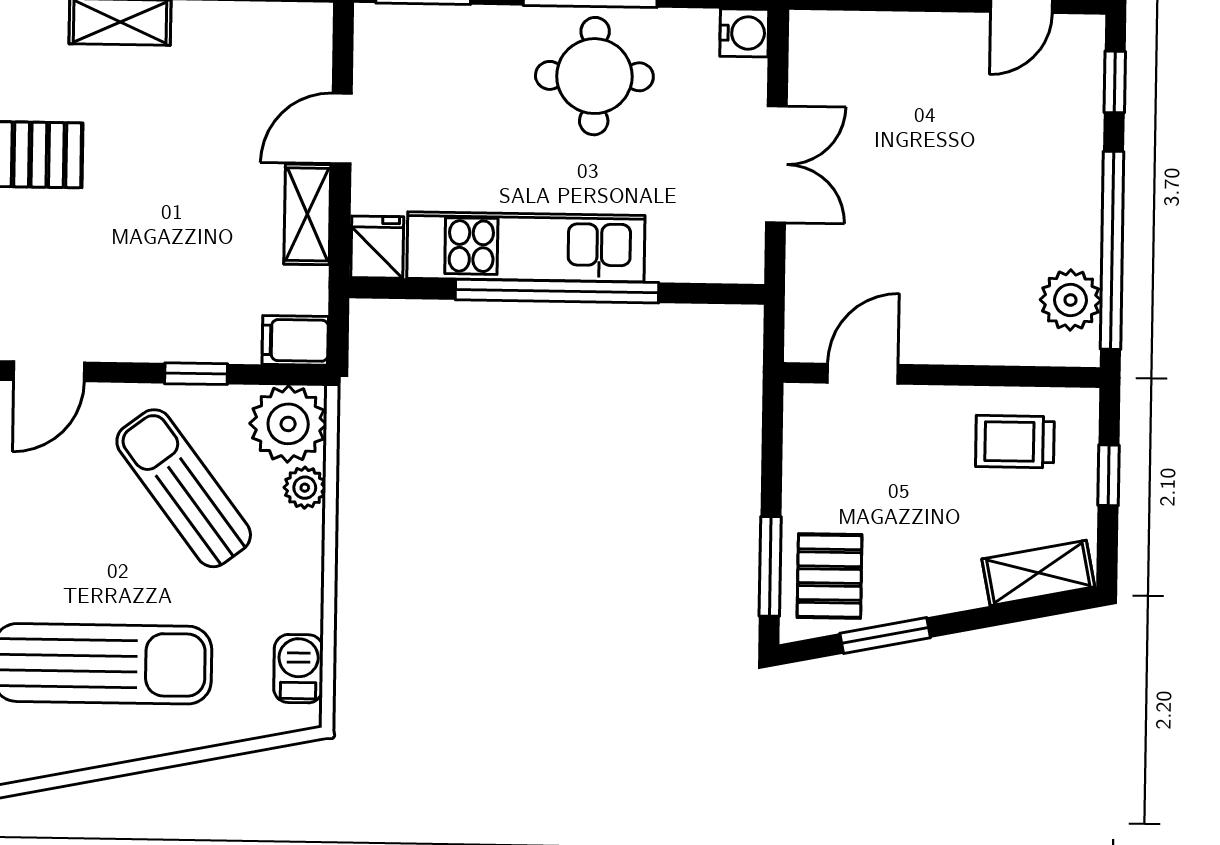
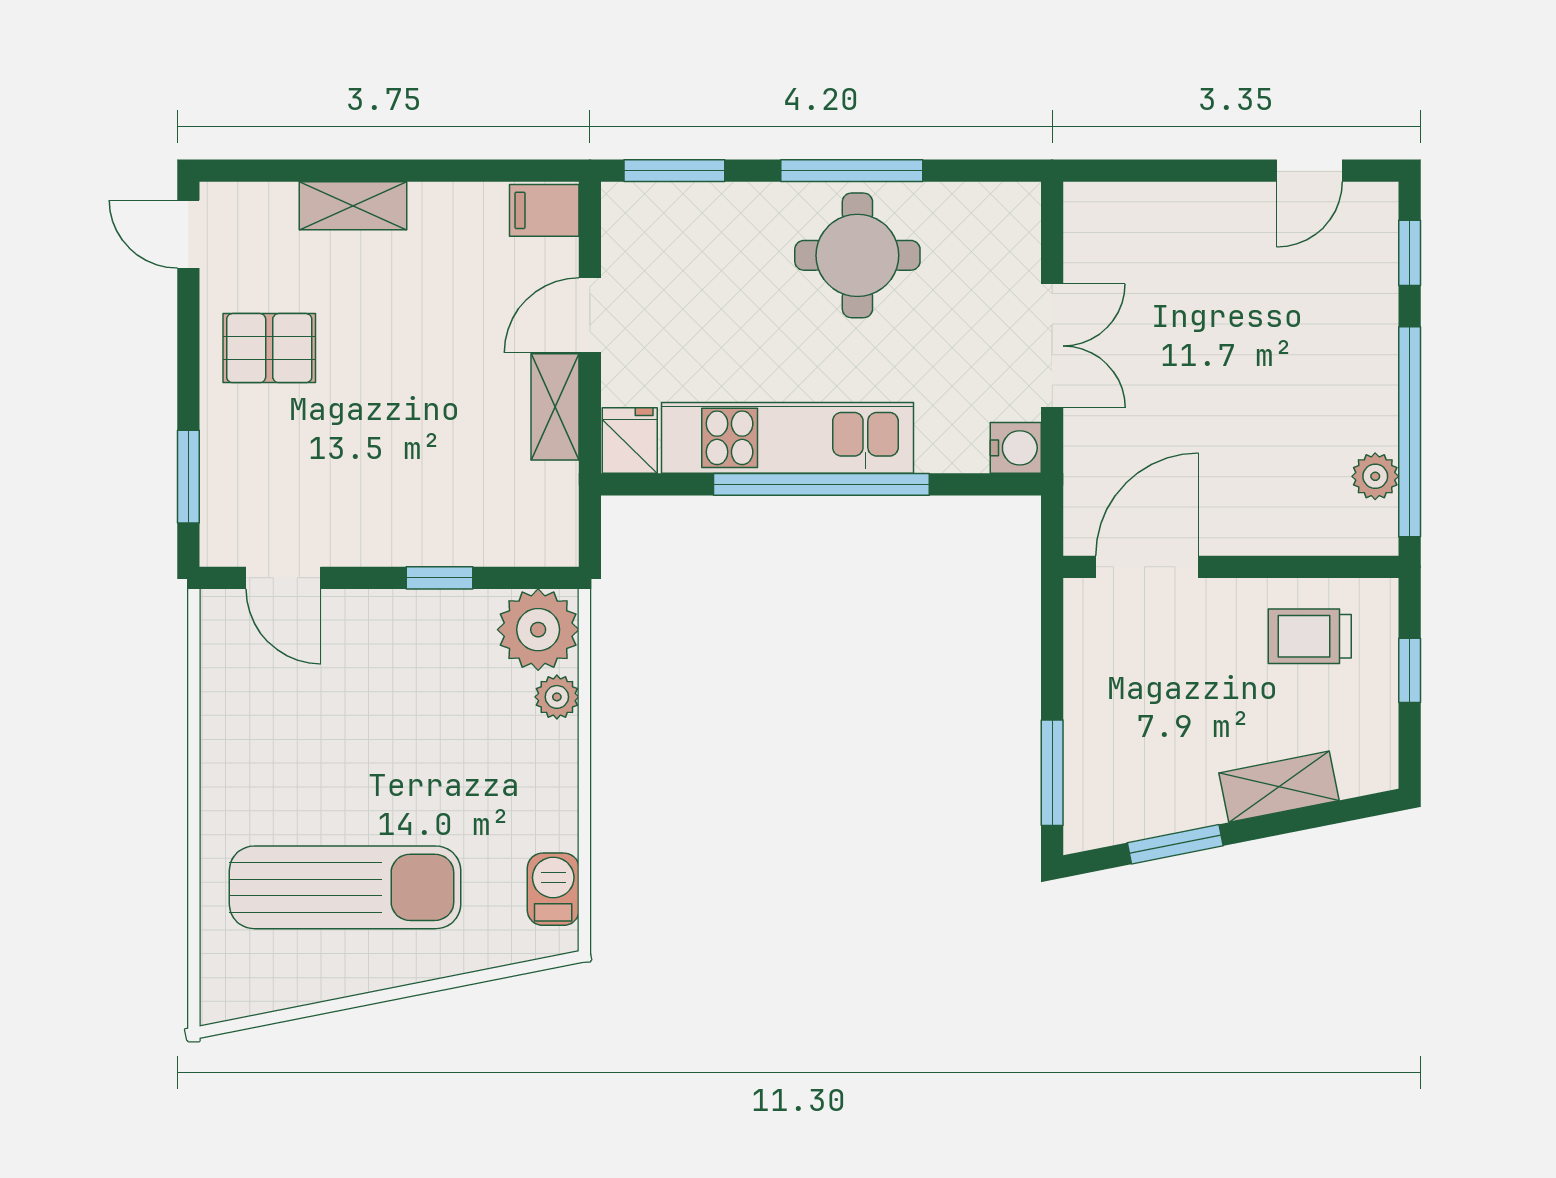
water cooler: (744, 33) -> (1016, 448), moved
plant: (1071, 300) -> (1375, 476), width x0.73, depth x0.73
filing cabinet: (295, 340) -> (544, 210), moved
door: (49, 371) -> (283, 578), hinge flipped
door: (863, 374) -> (1147, 567), width x1.38
sun lounger: (184, 488) -> (428, 700), removed
shelving: (1038, 573) -> (1279, 787), moved
pallet: (830, 576) -> (1115, 782), removed

